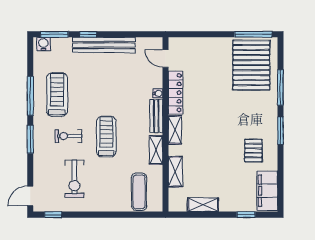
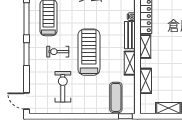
treadmill: (106, 137) -> (89, 52), width x1.37, depth x1.37
exercise bike: (74, 179) -> (63, 87), turned 180
door: (30, 196) -> (27, 101), hinge flipped
window: (53, 215) -> (125, 116), moved

